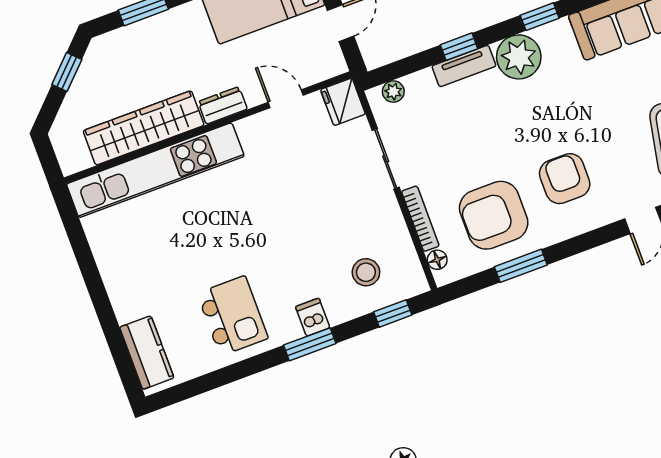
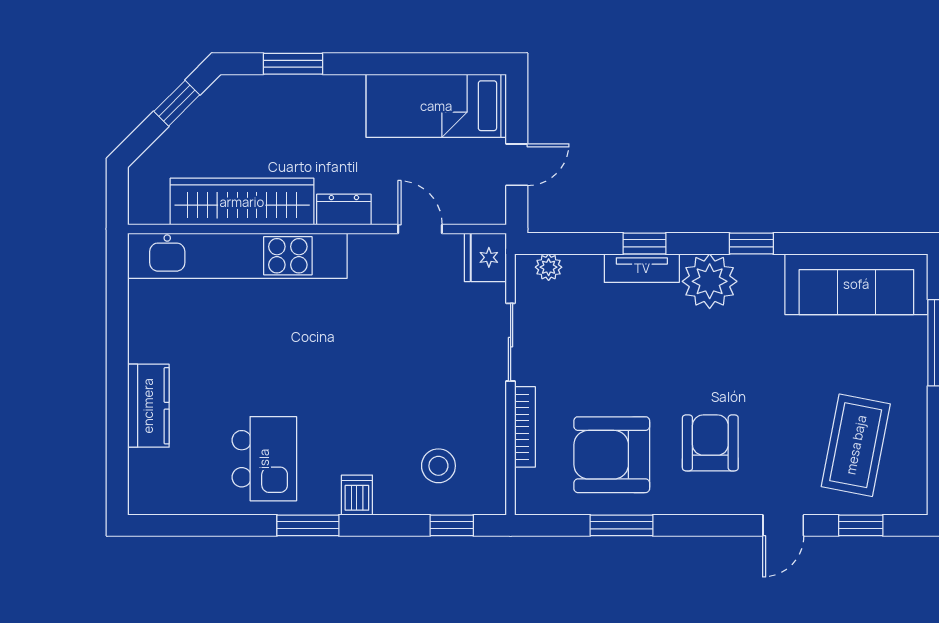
floor lamp: (437, 260) -> (527, 482), removed
window: (310, 344) -> (308, 525), moved
kitchen counter: (147, 353) -> (148, 406), moved

